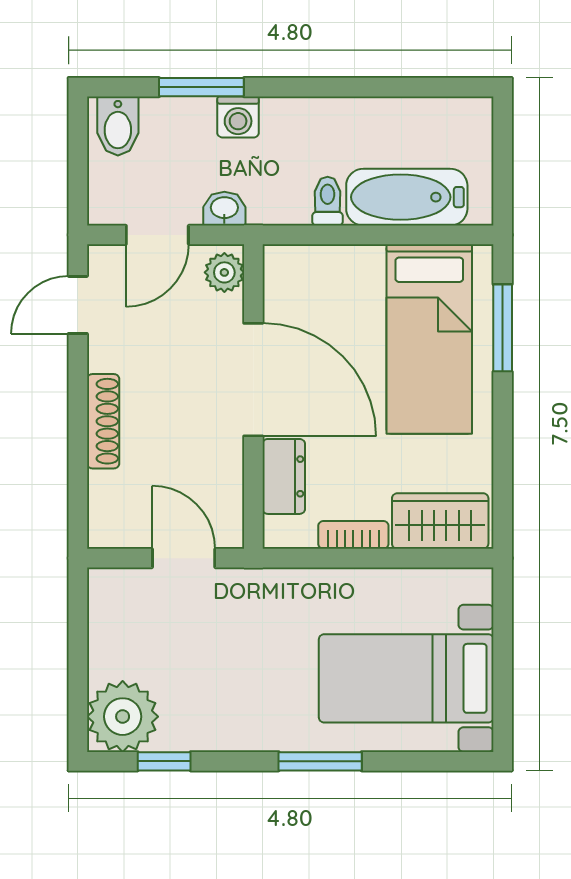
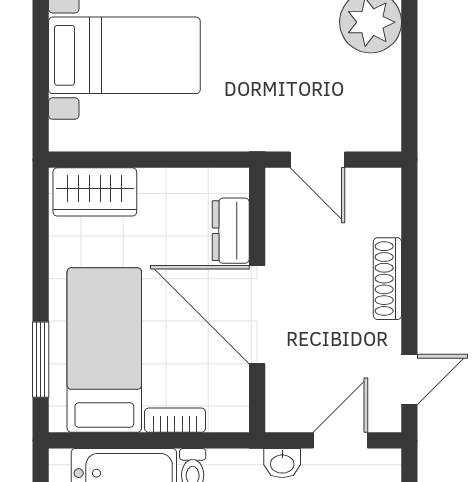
plant: (224, 272) -> (282, 408), removed
bookcase: (353, 535) -> (175, 420), moved, turned 180

